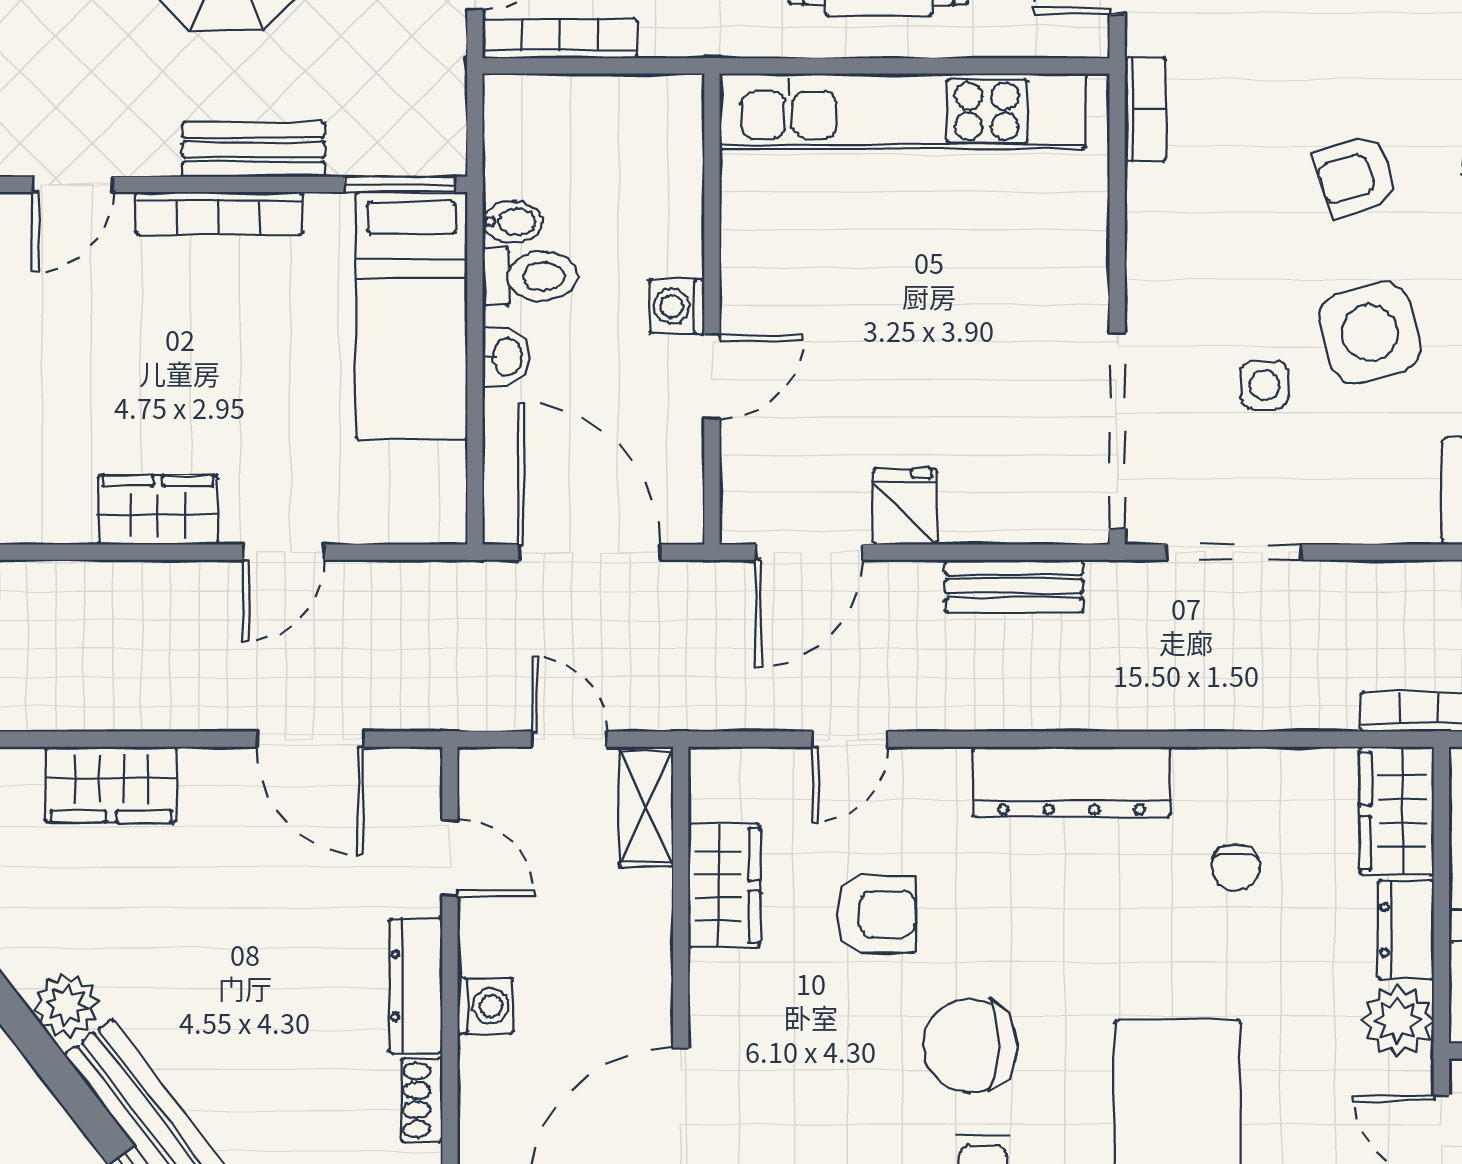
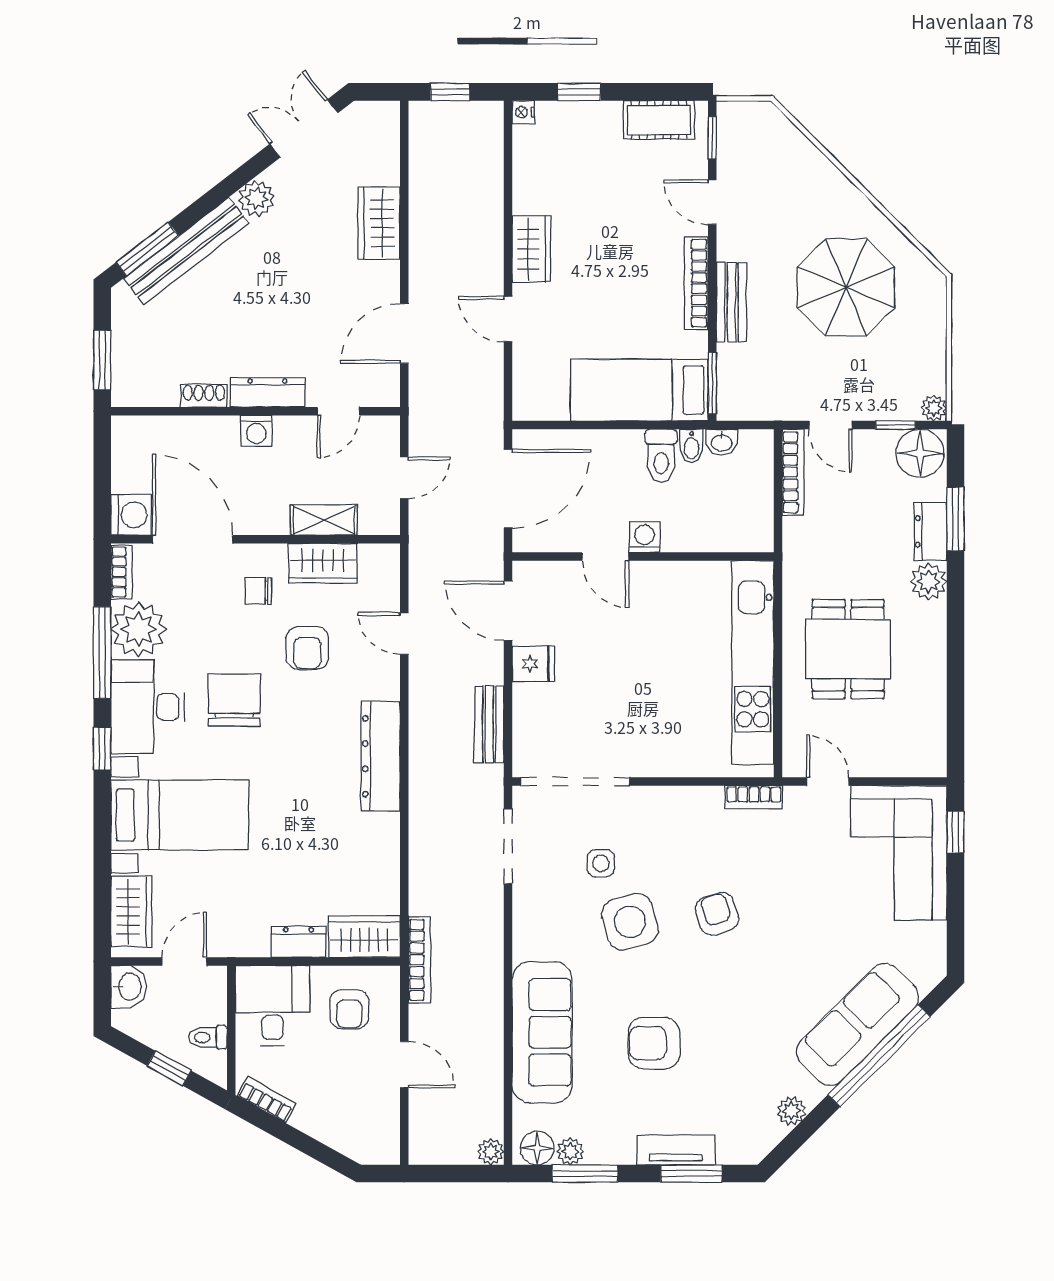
washbasin: (506, 357) -> (722, 442), moved
shelving: (646, 807) -> (324, 520), moved
chair: (1235, 867) -> (258, 591), moved
plant: (1398, 1021) -> (248, 937), removed

